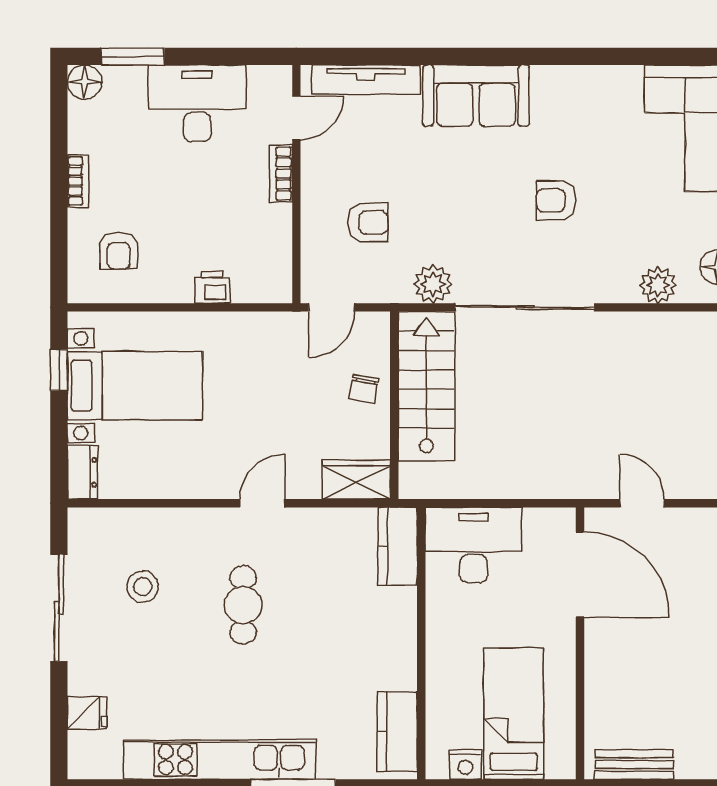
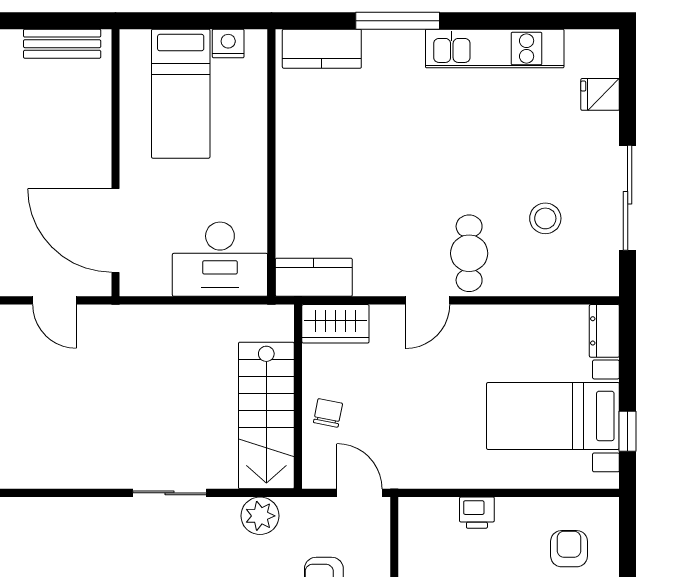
plant: (658, 285) -> (39, 515), removed
door: (332, 307) -> (360, 493), hinge flipped
sliding door: (525, 307) -> (170, 493), width x0.54
kitchen counter: (398, 546) -> (314, 277), moved, turned -90
cafe table: (243, 605) -> (469, 253), moved
kitchen counter: (397, 732) -> (322, 49), moved, turned 90
kitchen unit: (220, 760) -> (495, 48), width x0.73

